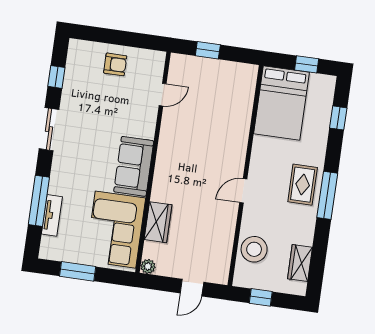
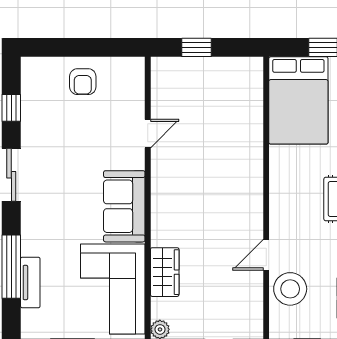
armchair: (115, 64) -> (83, 82), turned 90
door: (163, 95) -> (148, 134), moved
door: (243, 191) -> (266, 255), moved

